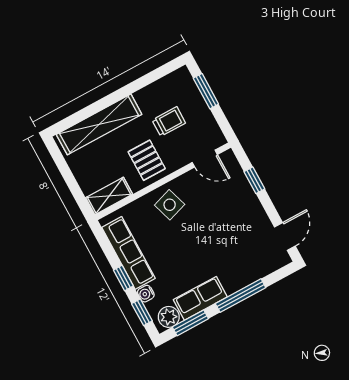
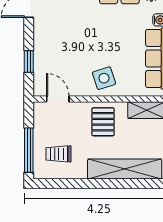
window: (206, 91) -> (29, 150), width x1.44
trolley: (169, 122) -> (58, 154), moved

